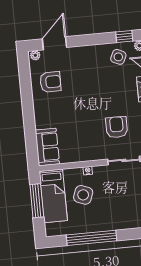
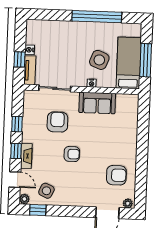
armchair: (50, 82) -> (116, 175), turned 180
armchair: (98, 97) -> (72, 154), added
armchair: (117, 127) -> (57, 122), turned 180
sofa: (47, 147) -> (97, 103), moved, turned -90

